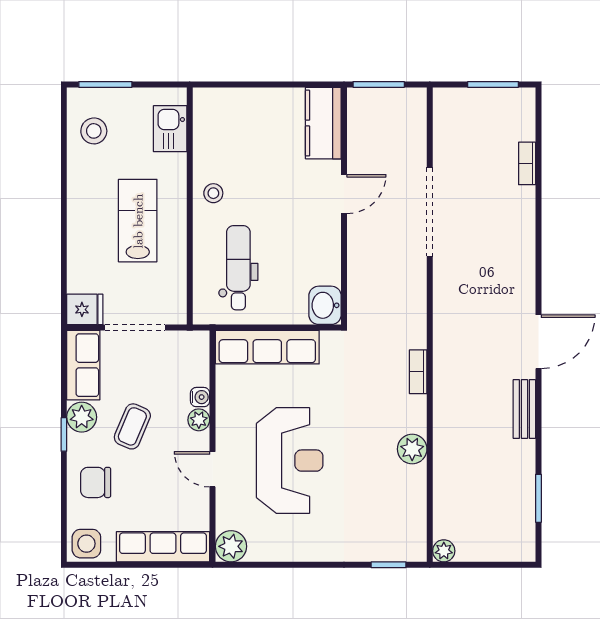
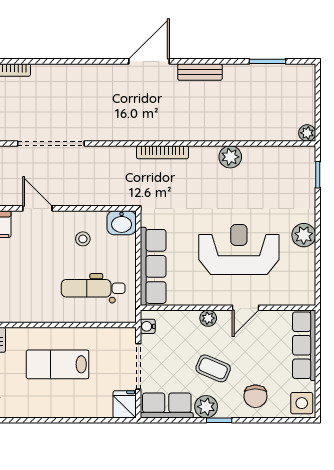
stool: (213, 193) -> (83, 239), moved
door: (538, 342) -> (149, 61), hinge flipped
bookcase: (418, 372) -> (162, 152), width x1.56
water cooler: (200, 397) -> (148, 326), moved, turned -90
plant: (231, 546) -> (304, 235), moved

